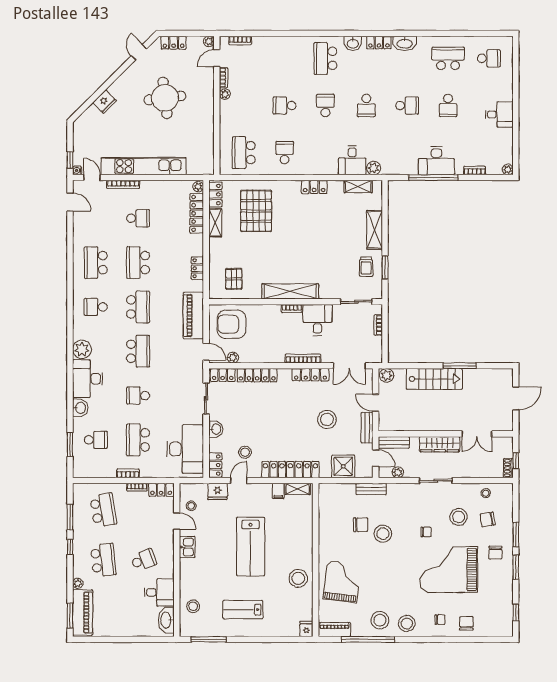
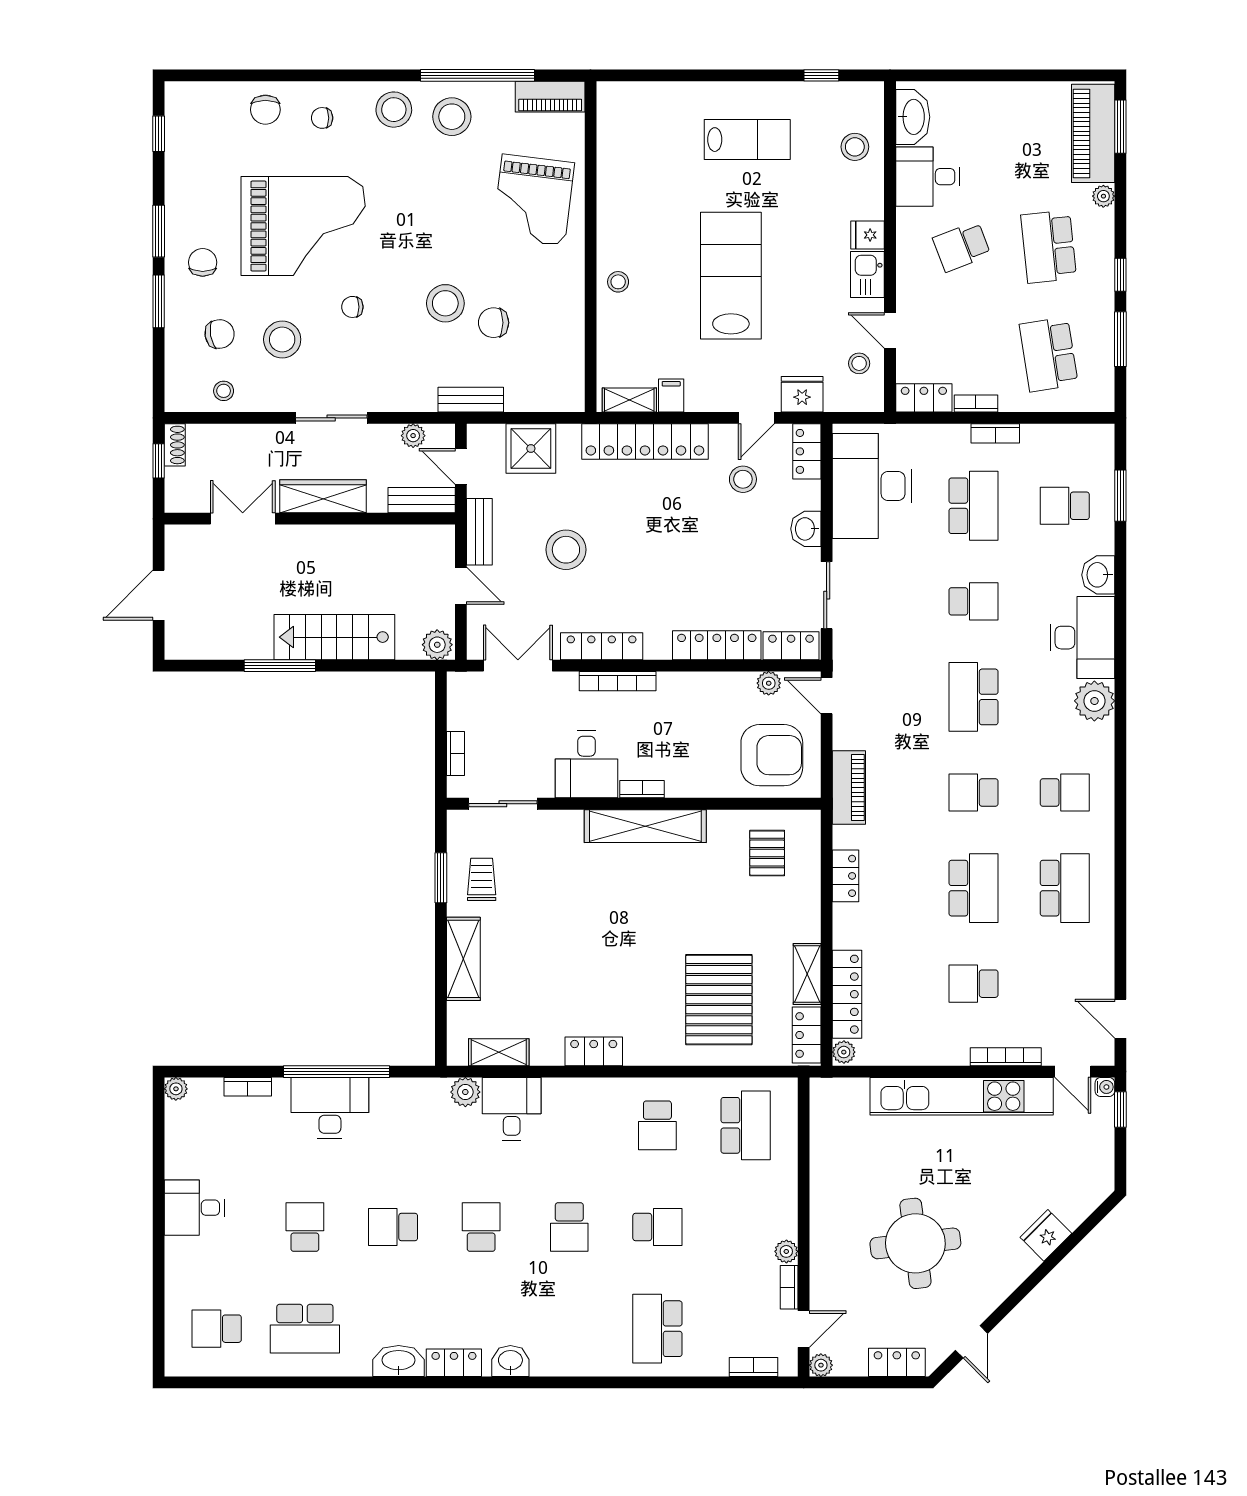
school desk: (325, 58) -> (657, 1329), moved, turned 180
school desk: (138, 307) -> (974, 793), width x0.54
piano: (193, 315) -> (849, 787), width x0.73, depth x0.75
stool: (298, 578) -> (618, 282), moved, width x0.53, depth x0.53
fridge: (306, 629) -> (868, 235), moved, turned 90
window: (209, 639) -> (821, 75), width x0.46

